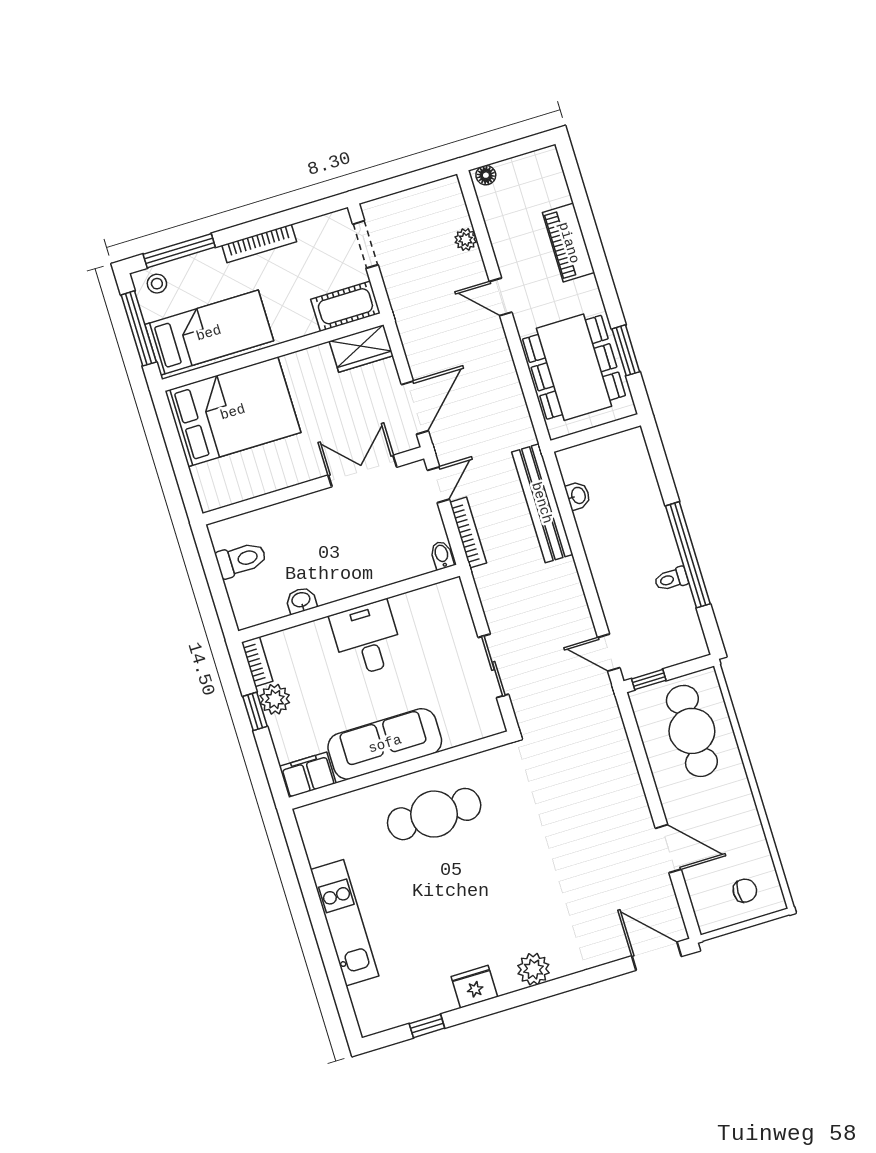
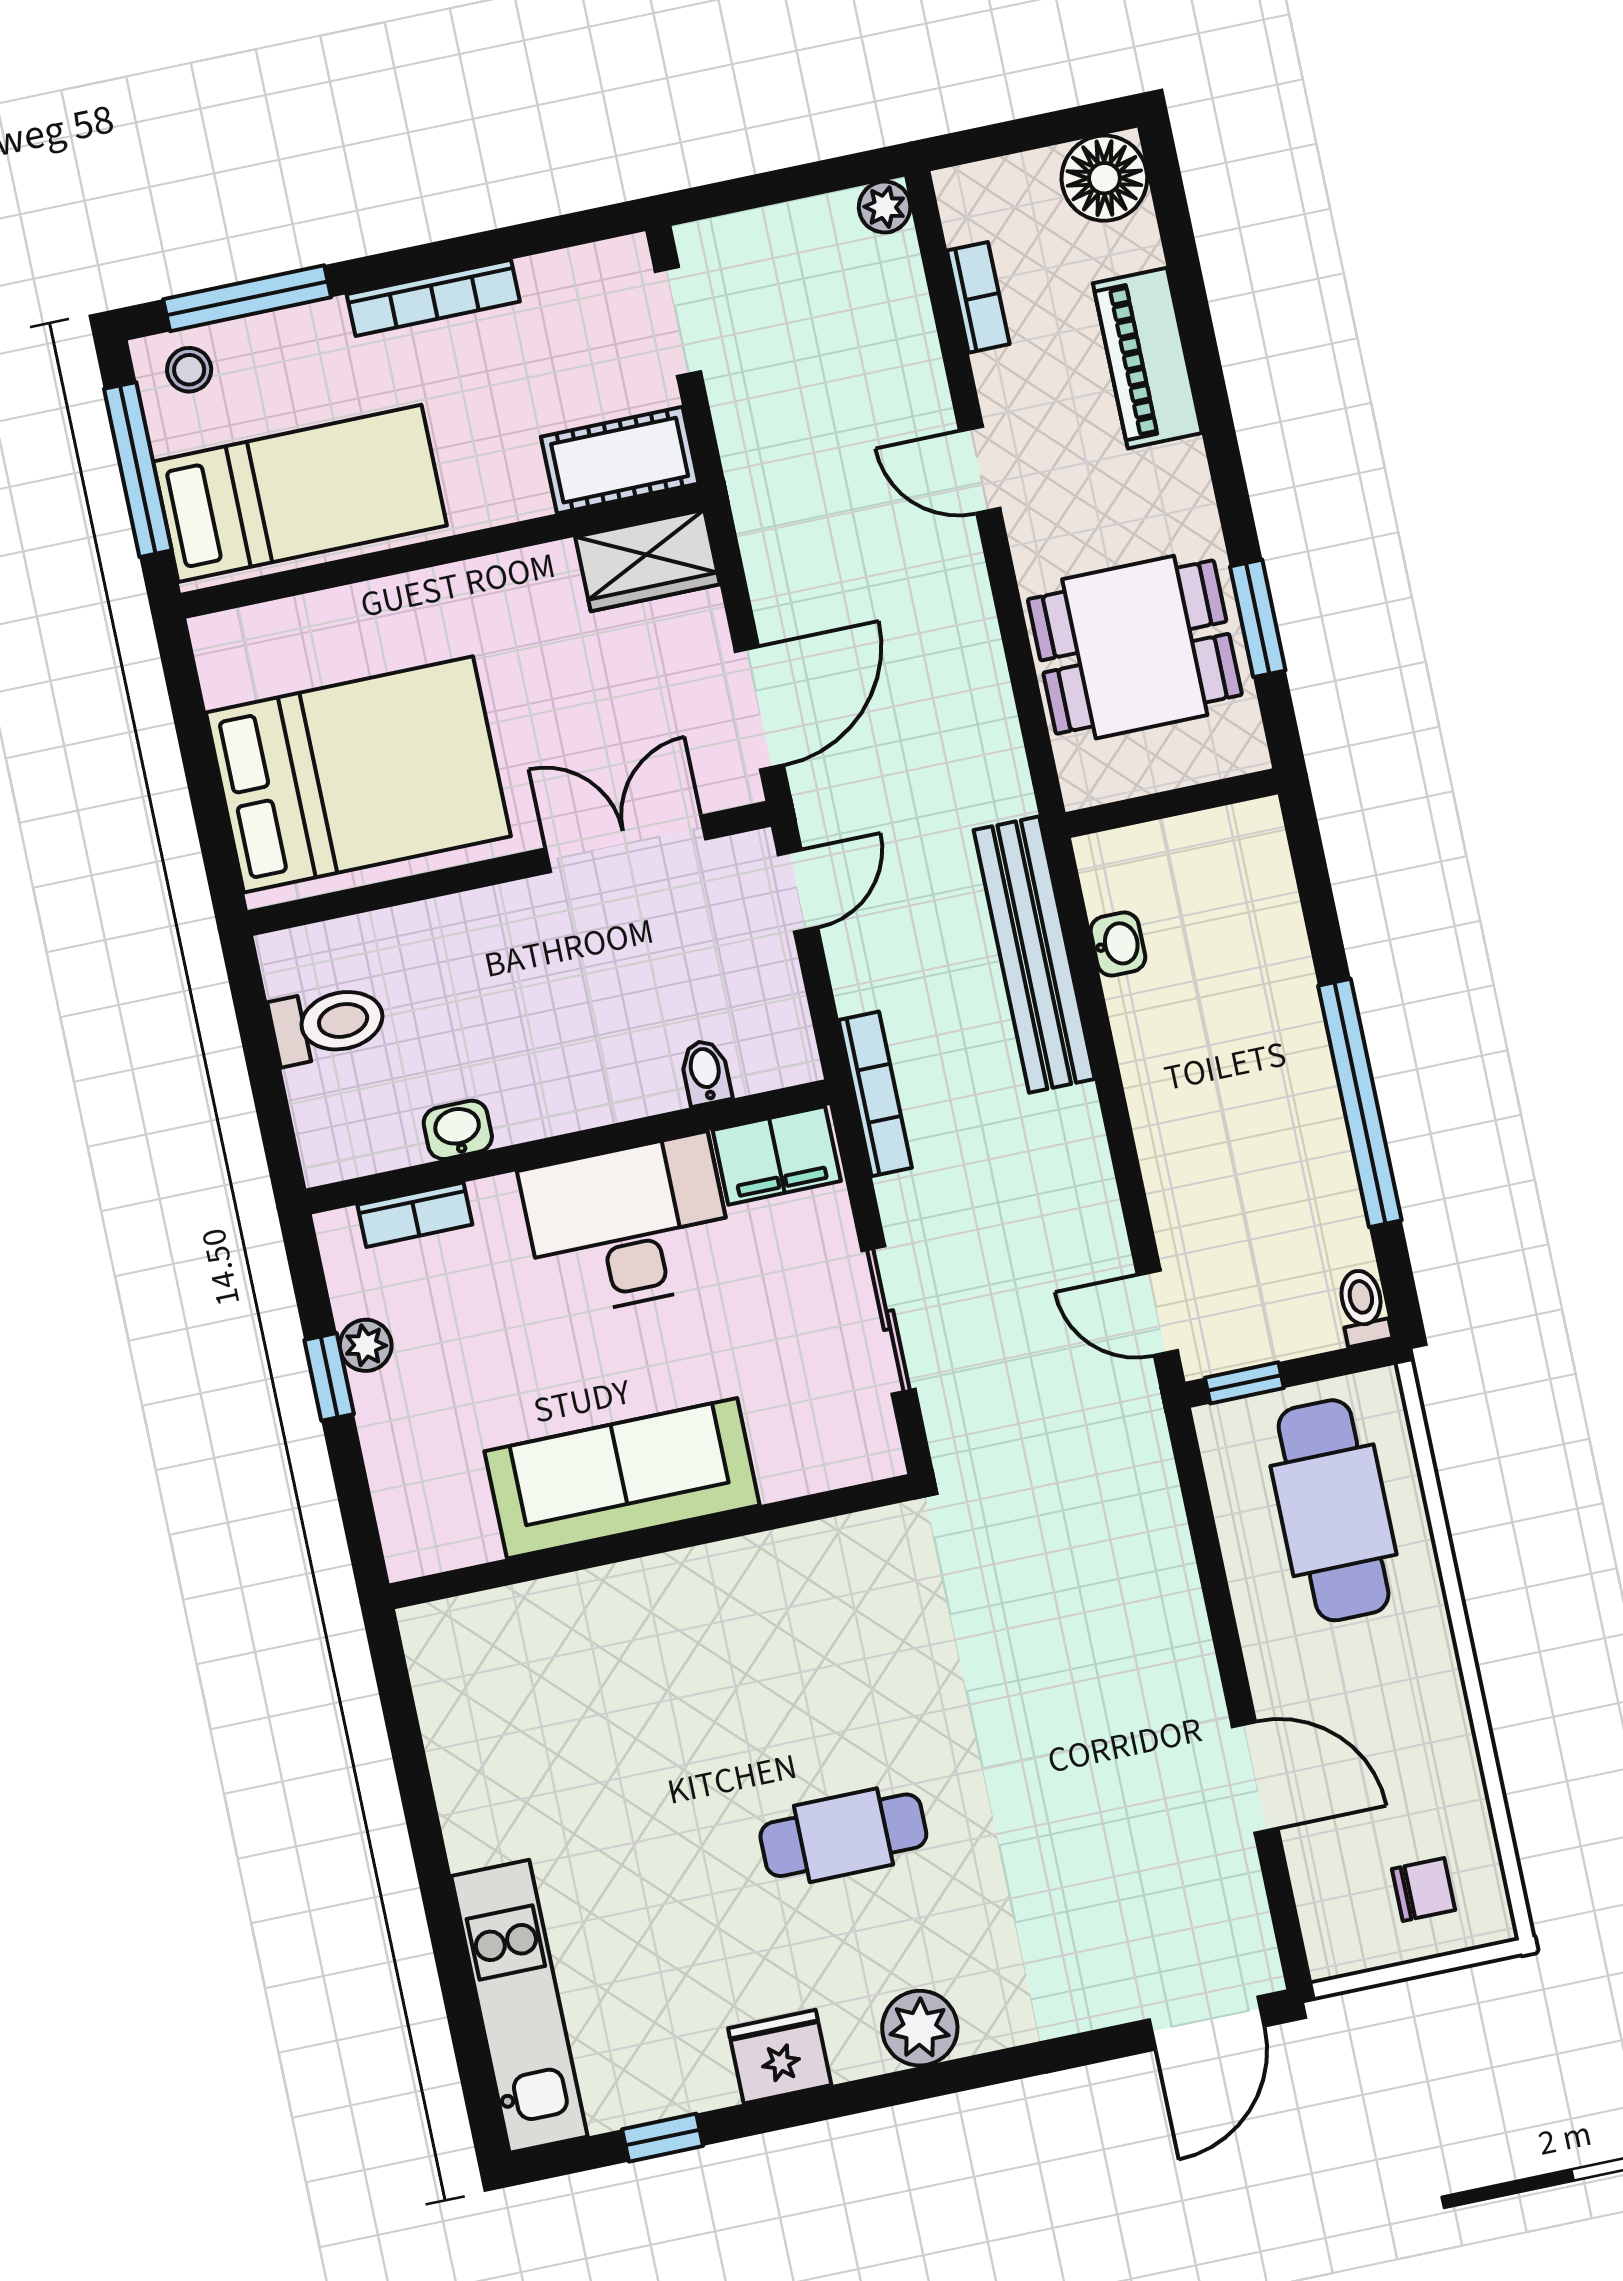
floor lamp: (486, 175) -> (1104, 178), moved, width x1.89, depth x1.89
bookcase: (494, 223) -> (978, 297), added
plant: (466, 240) -> (885, 207), moved
dining table: (574, 367) -> (1135, 647), width x0.73
bed: (233, 412) -> (358, 774), moved
bookcase: (468, 533) -> (875, 1094), moved
bidet: (442, 555) -> (706, 1072), moved
toilet: (671, 579) -> (1363, 1307), moved, turned 90
desk: (367, 638) -> (628, 1226), width x1.37
bookcase: (257, 662) -> (415, 1215), moved, turned 90
plant: (275, 699) -> (366, 1345), width x0.73, depth x0.73
filing cabinet: (308, 775) -> (777, 1155), moved, turned 180
cafe table: (434, 814) -> (843, 1835), moved, width x0.73, depth x0.74
kitchen unit: (345, 923) -> (519, 2006), moved
door: (657, 956) -> (1207, 2023), swing flipped

